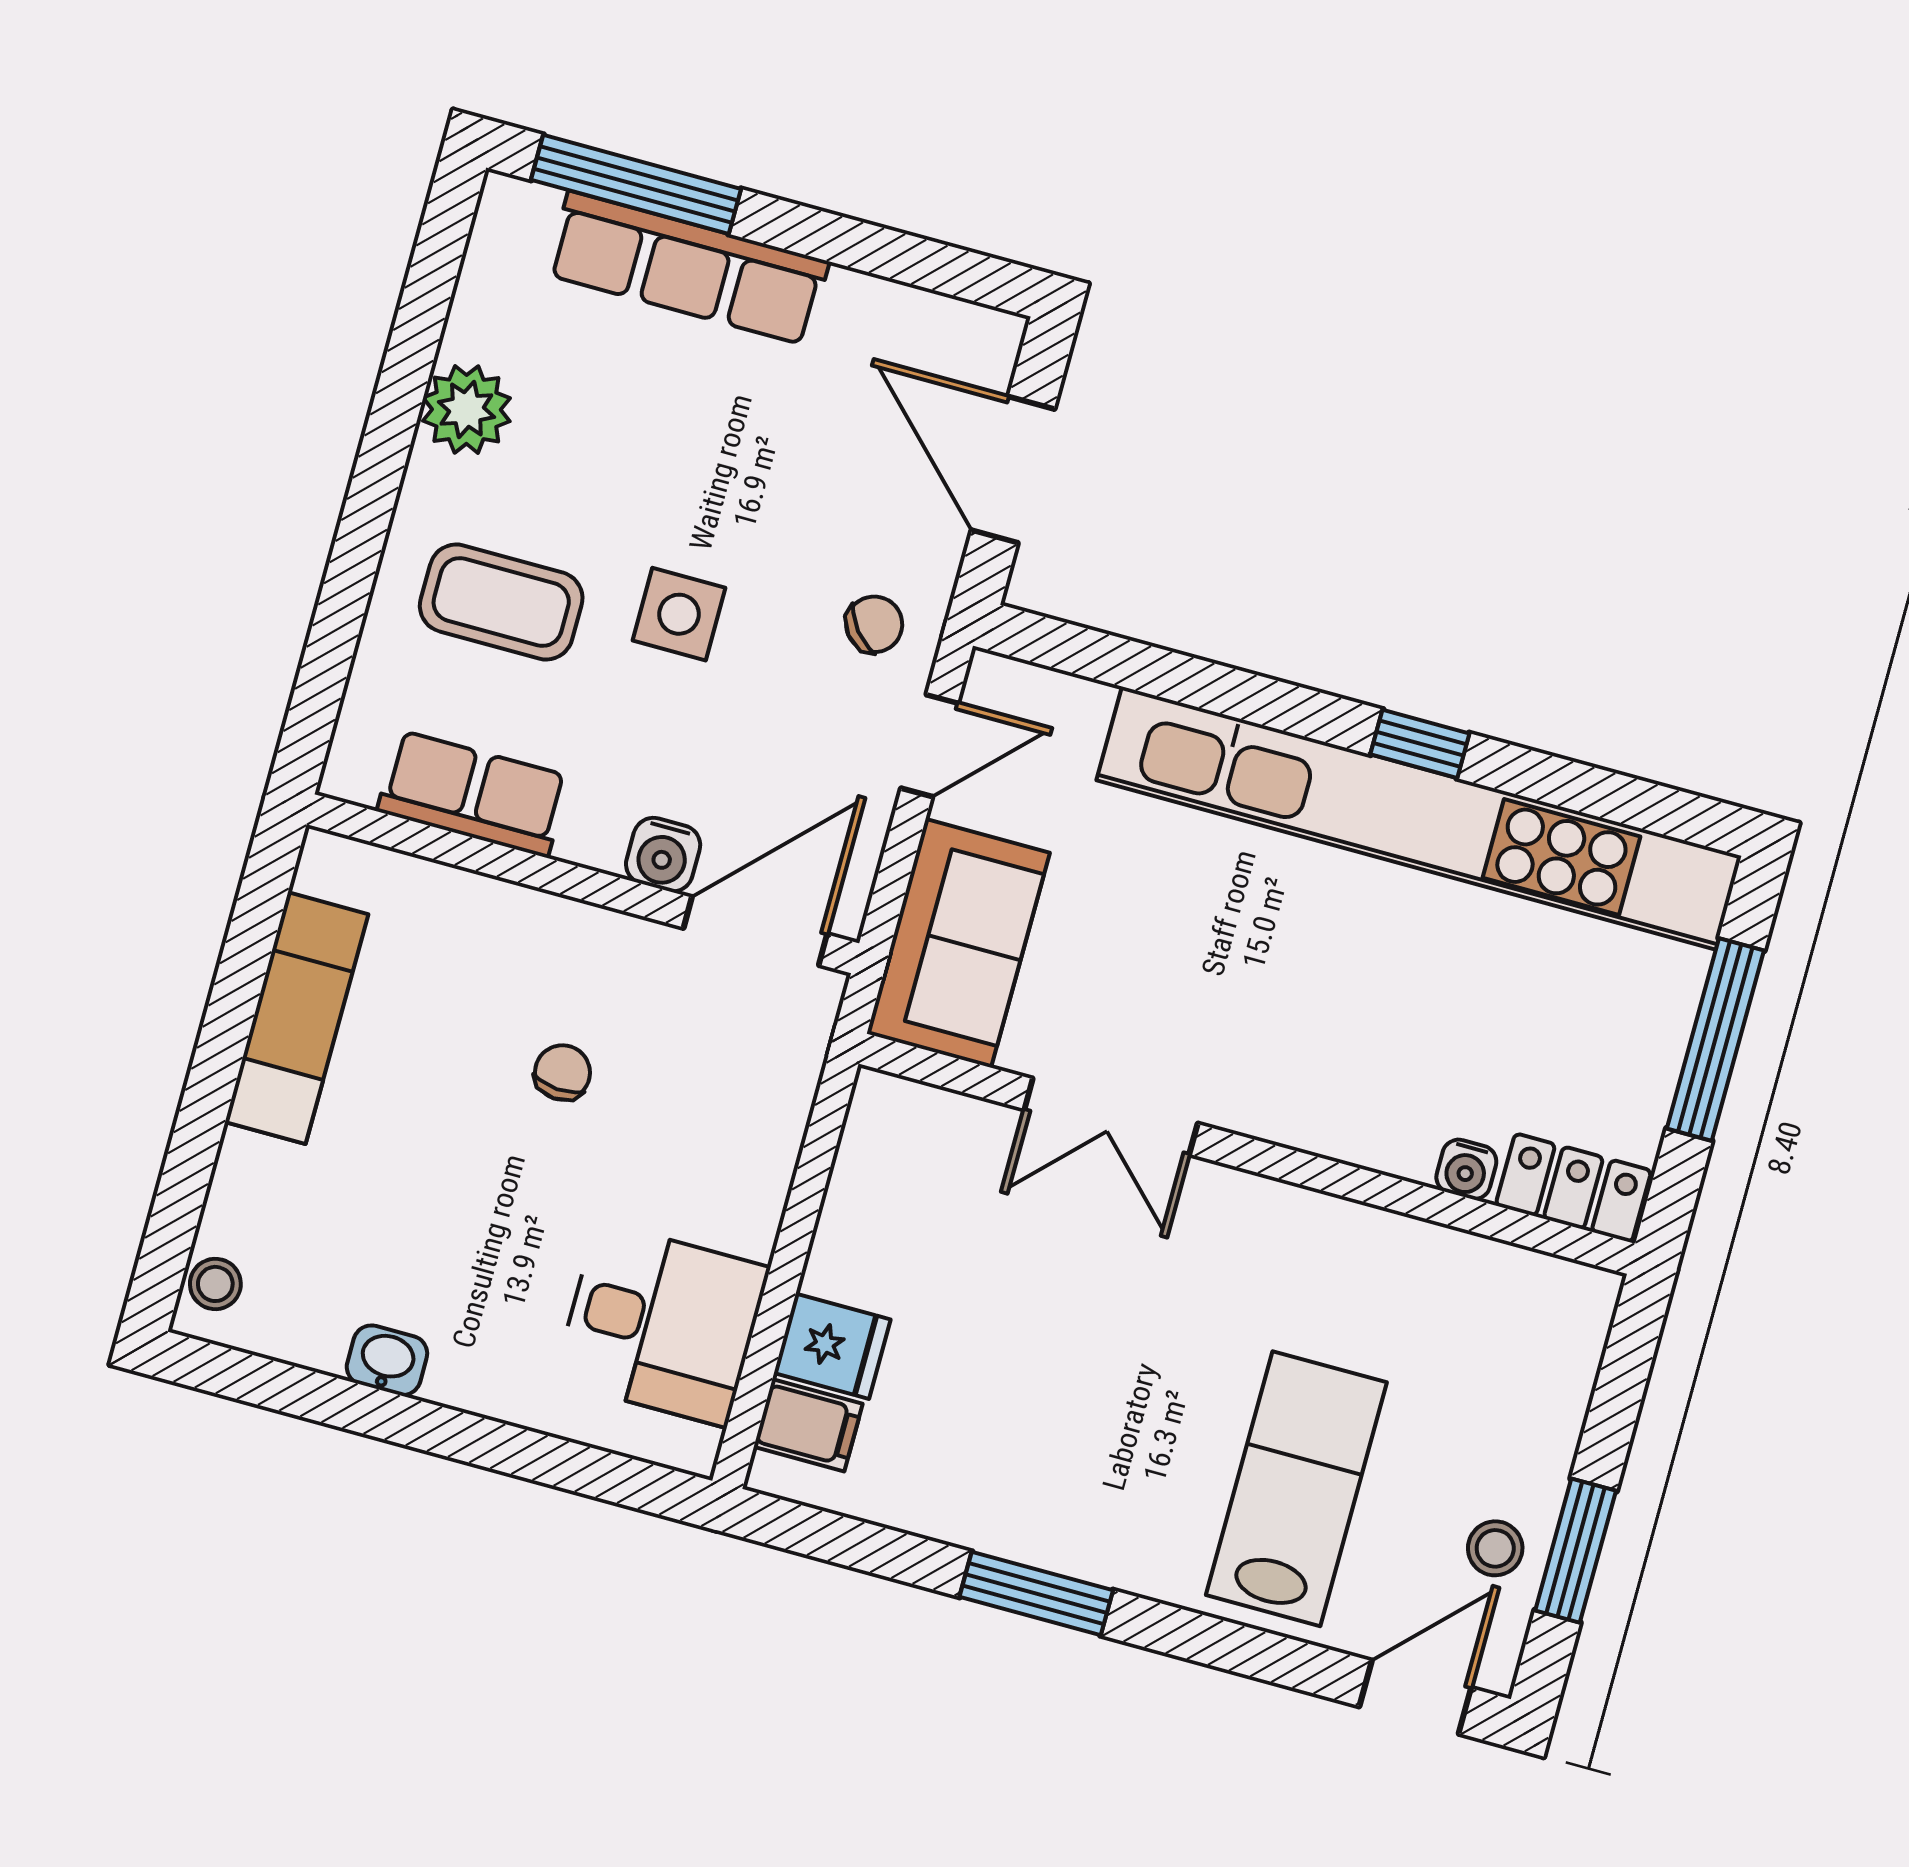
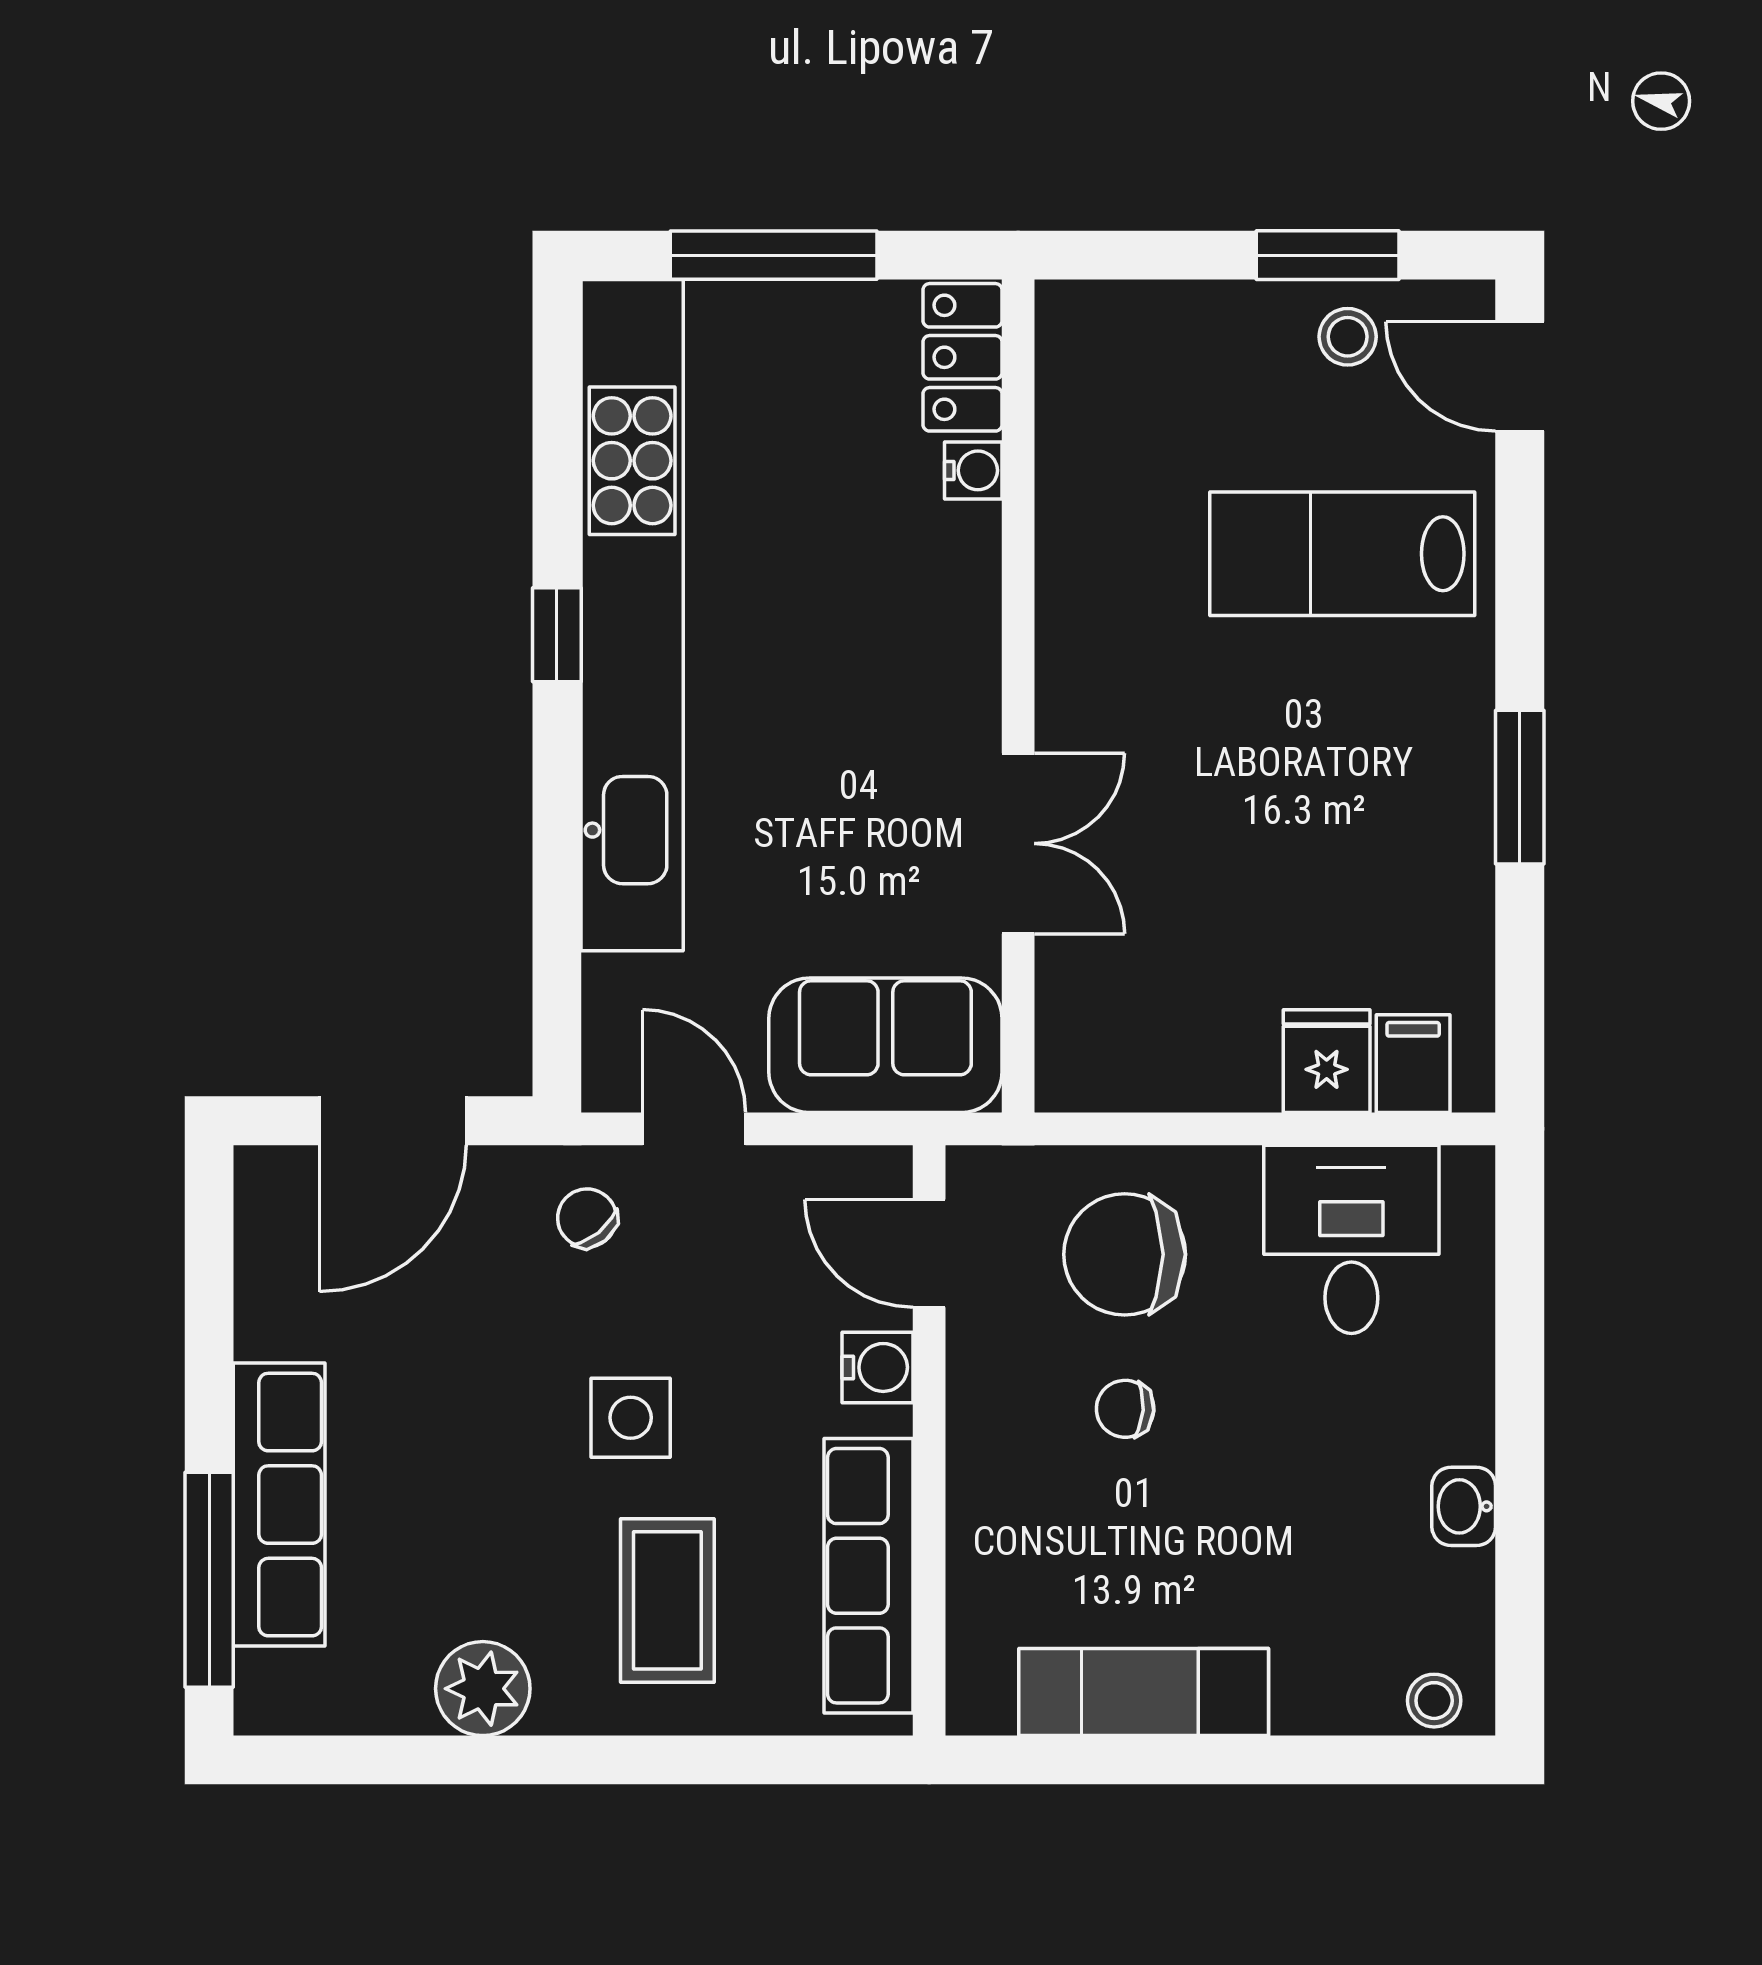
row of seats: (473, 794) -> (869, 1576), width x1.48
door: (755, 931) -> (929, 1253), width x0.73
chair: (705, 1111) -> (1125, 1254), added

